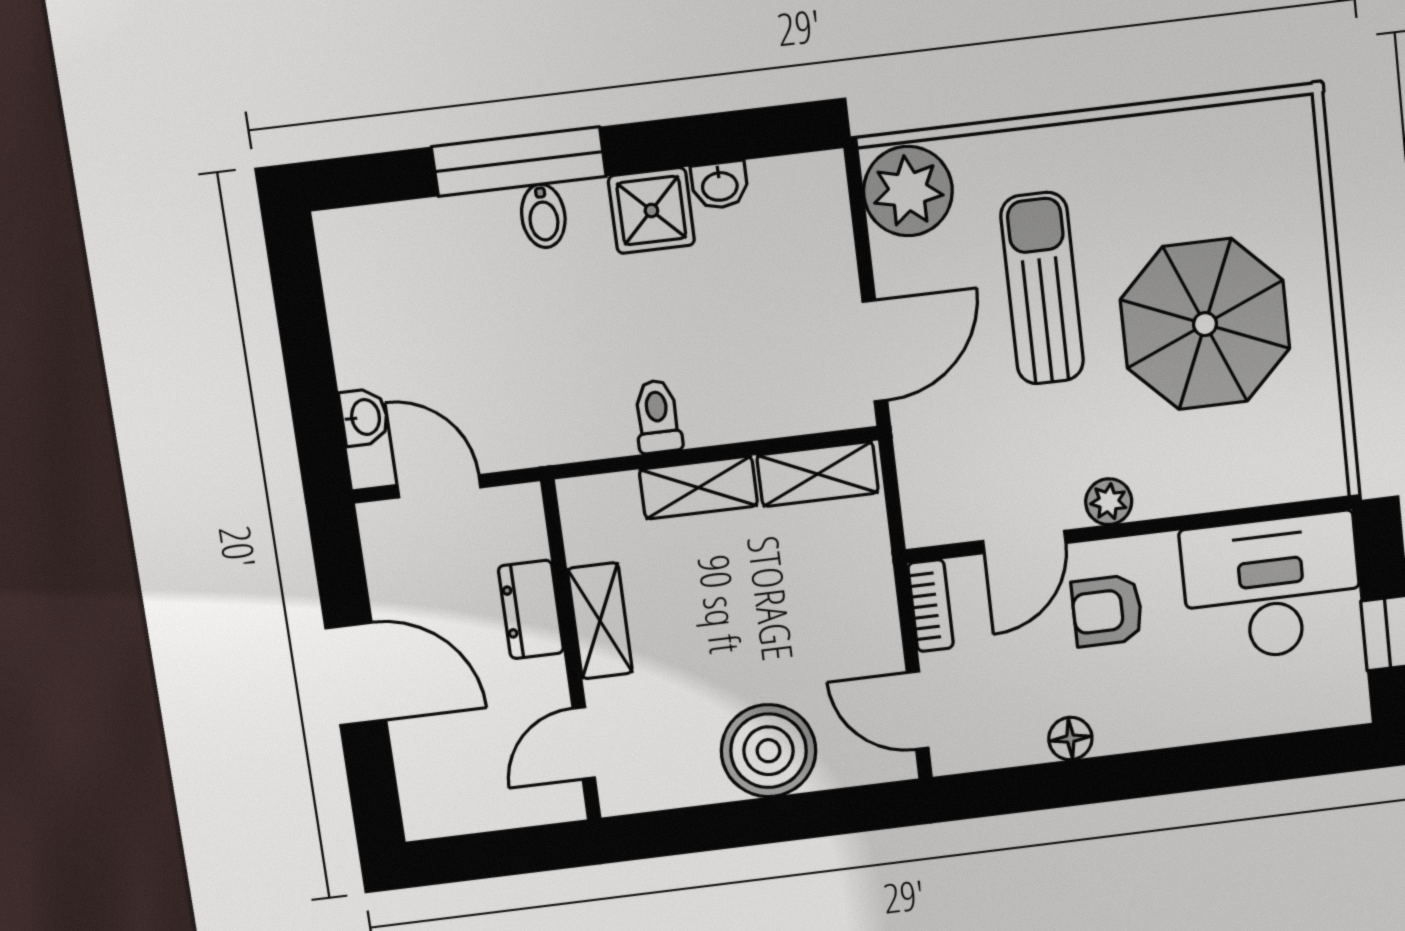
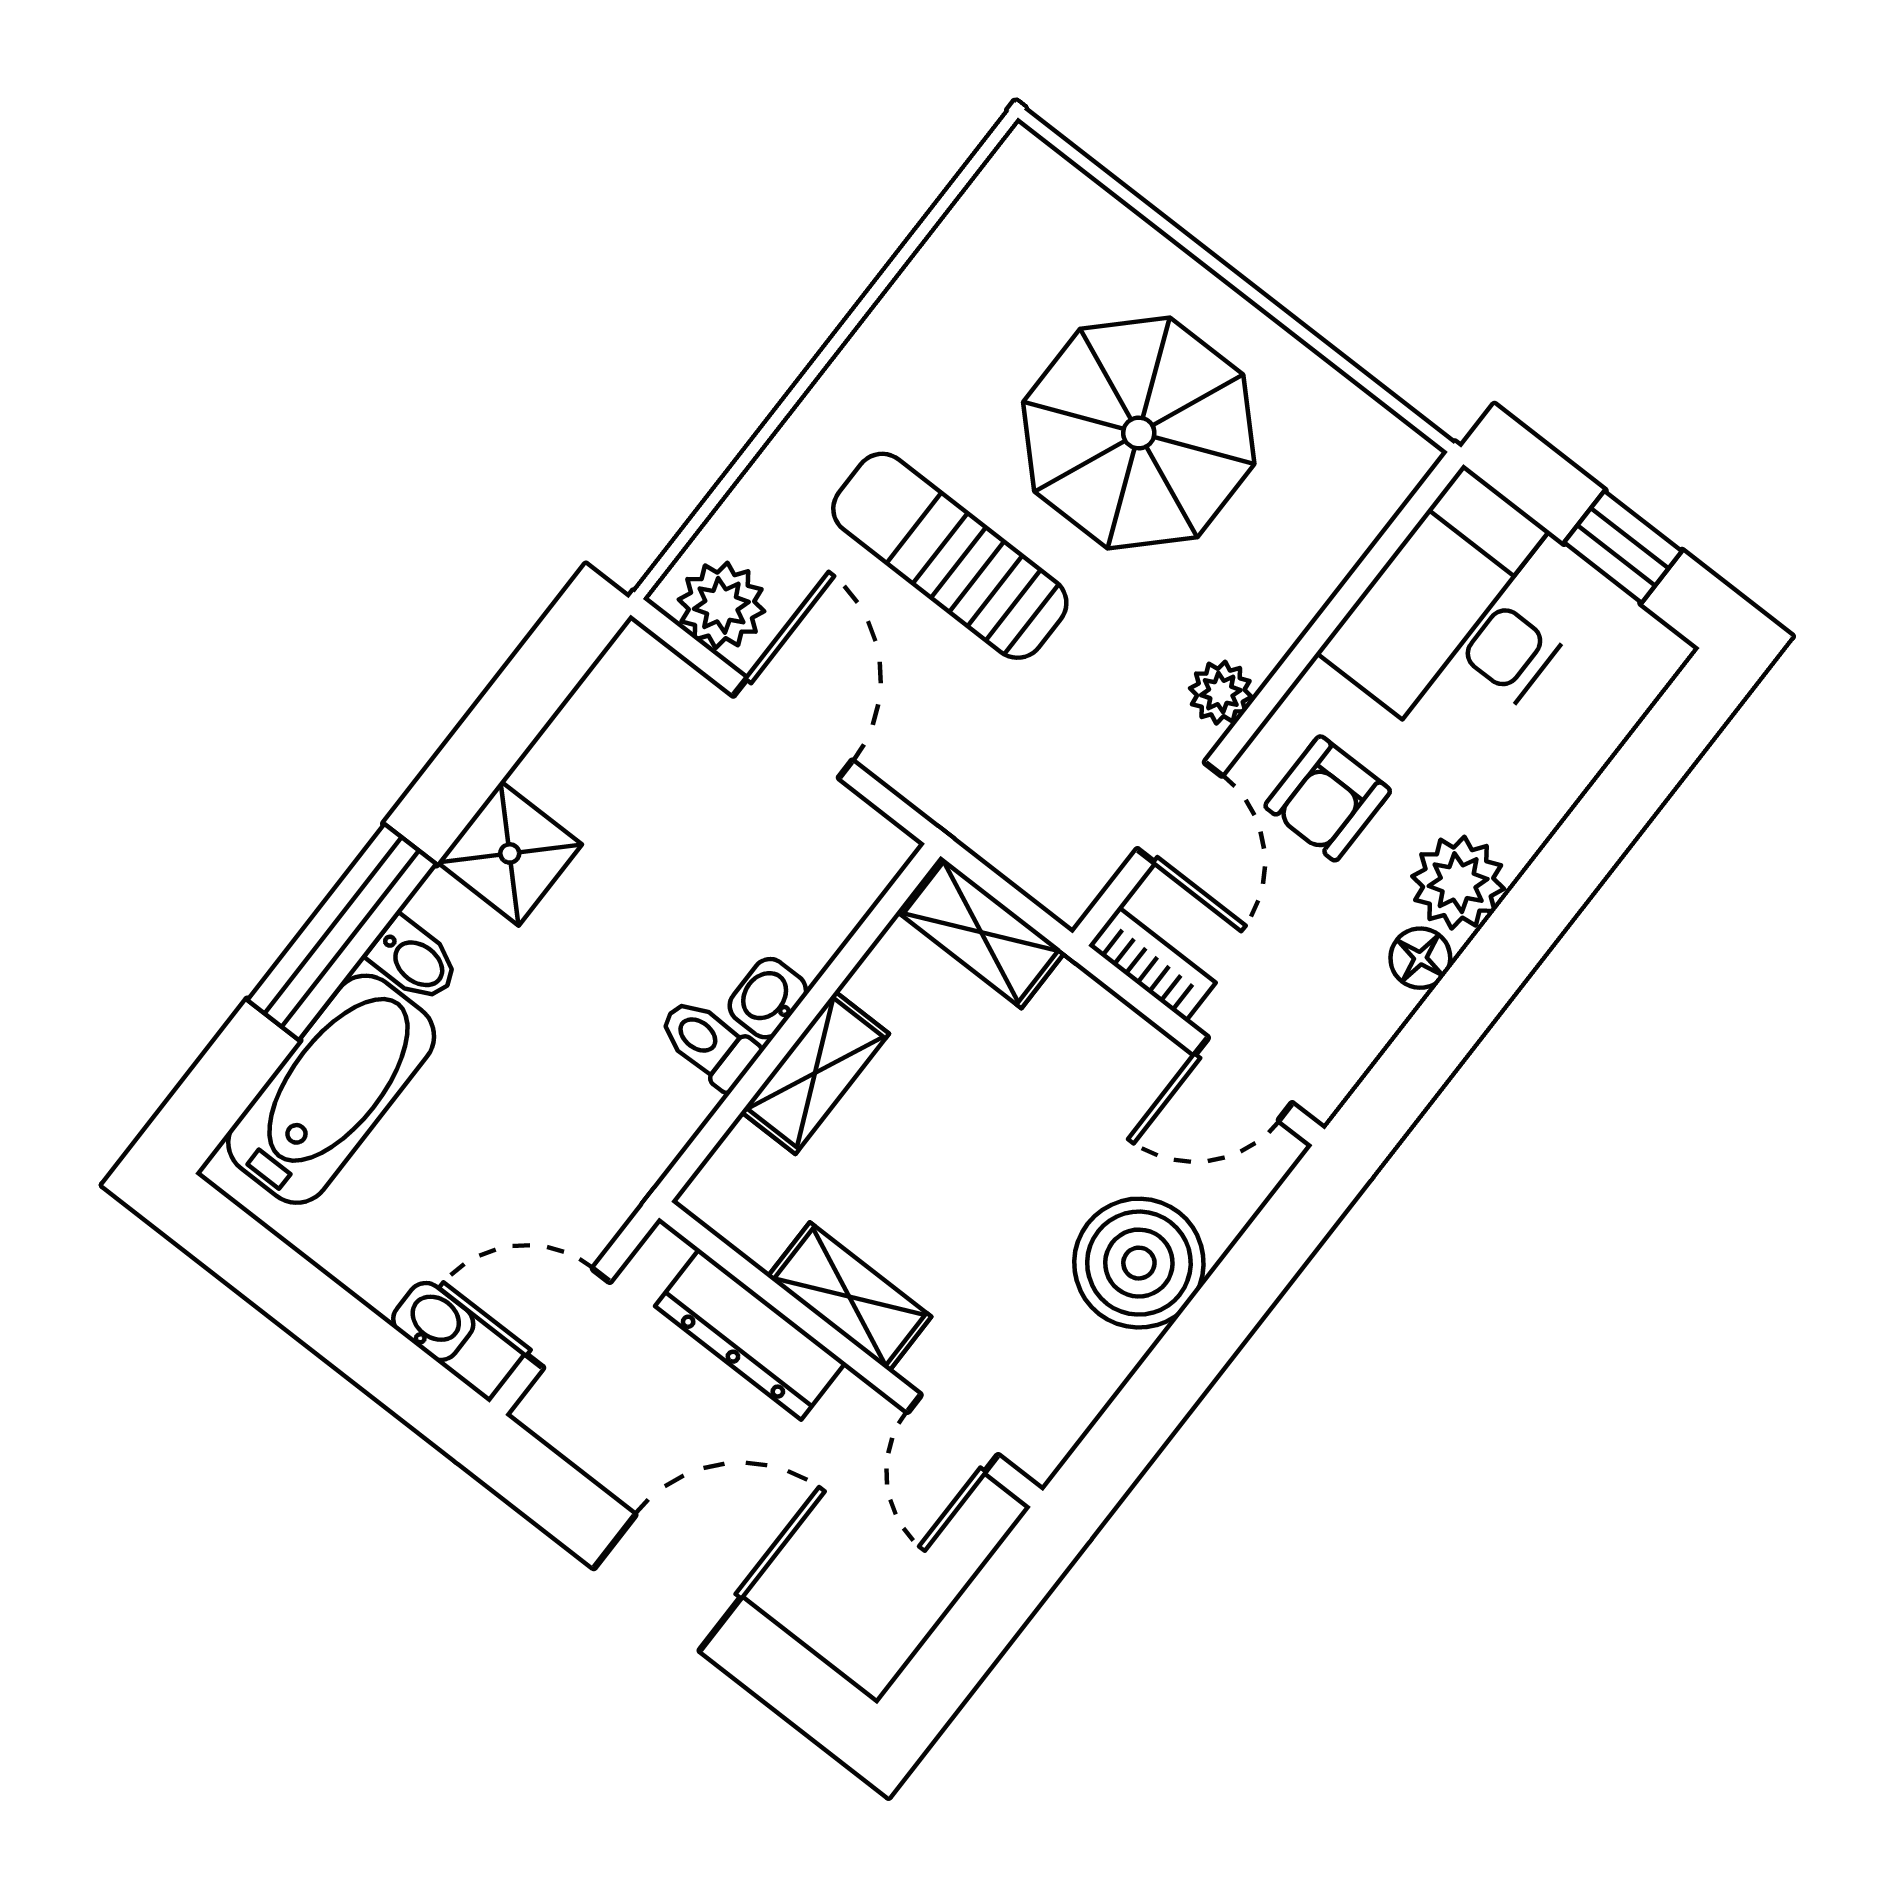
washbasin: (720, 185) -> (768, 998), moved, turned 180
plant: (908, 191) -> (721, 605), width x0.73, depth x0.73
bathtub: (430, 240) -> (331, 1089), added
door: (875, 351) -> (793, 728), moved
shelving: (818, 474) -> (981, 932), moved, turned 90
dresser: (531, 609) -> (750, 1334), width x1.44
plant: (1129, 719) -> (1458, 883), added

